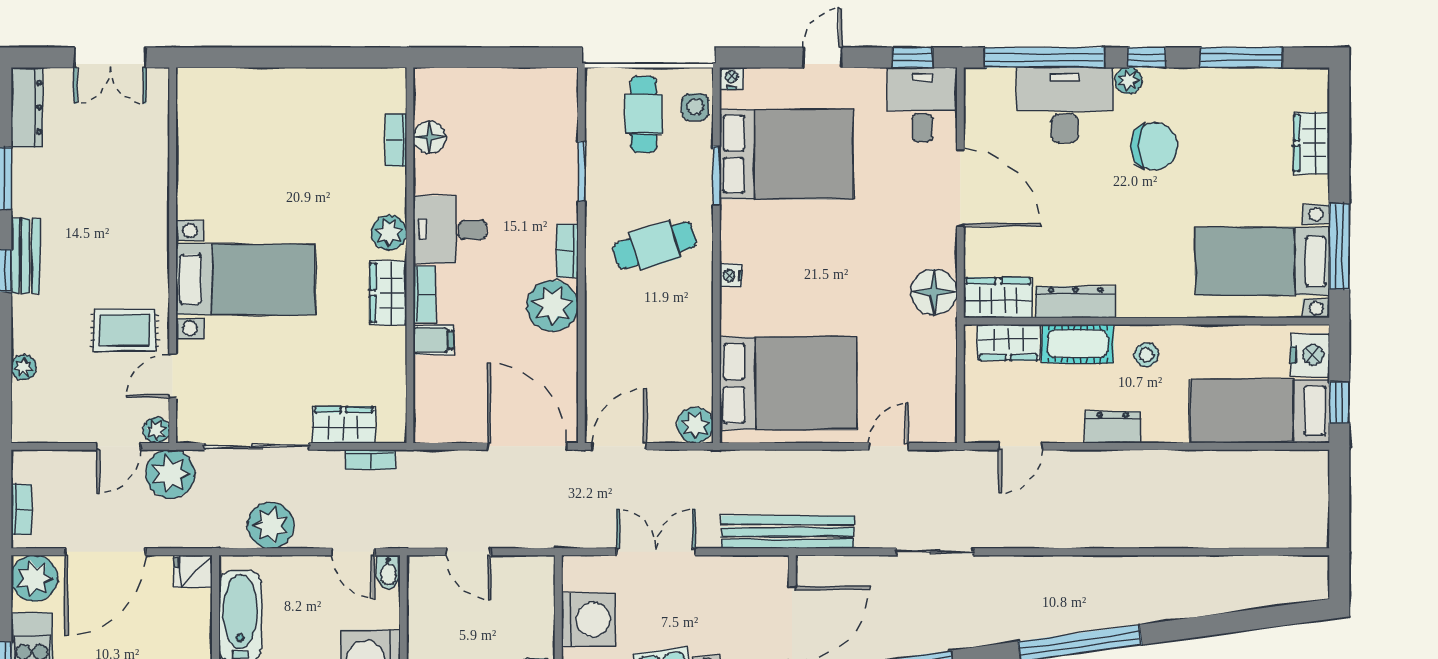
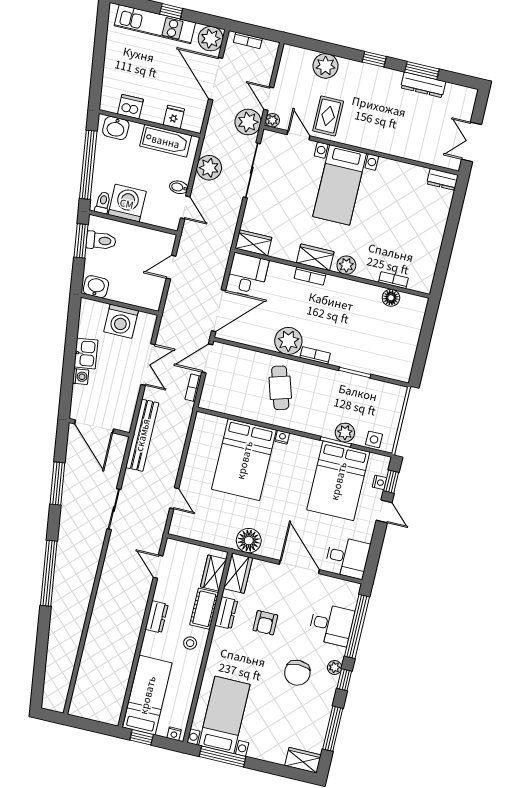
window: (913, 57) -> (391, 482), moved
nightstand: (732, 78) -> (379, 482), moved
dresser: (191, 94) -> (442, 179), added
desk: (1065, 105) -> (331, 625), width x0.73
dresser: (27, 107) -> (423, 85), moved
cafe table: (644, 114) -> (377, 412), removed
wardrobe: (1312, 143) -> (303, 760), moved
door: (960, 188) -> (299, 567), swing flipped
armchair: (1077, 226) -> (265, 623), added
desk: (450, 230) -> (247, 275), moved
cafe table: (655, 245) -> (280, 388), moved
bench: (26, 256) -> (379, 74), removed
dresser: (1076, 302) -> (226, 613), width x0.70
filing cabinet: (433, 340) -> (285, 275), removed
nightstand: (1310, 355) -> (174, 734), width x0.53, depth x0.56
plant: (24, 367) -> (326, 66), width x1.88, depth x1.88
bed: (788, 383) -> (244, 460), moved
wardrobe: (344, 425) -> (253, 243), moved, turned -90
plant: (695, 425) -> (345, 433), moved
door: (619, 446) -> (207, 358), swing flipped
bookcase: (370, 459) -> (193, 388), moved
door: (353, 552) -> (185, 207), swing flipped
fridge: (193, 571) -> (174, 117), moved
bidet: (388, 572) -> (179, 187), moved

